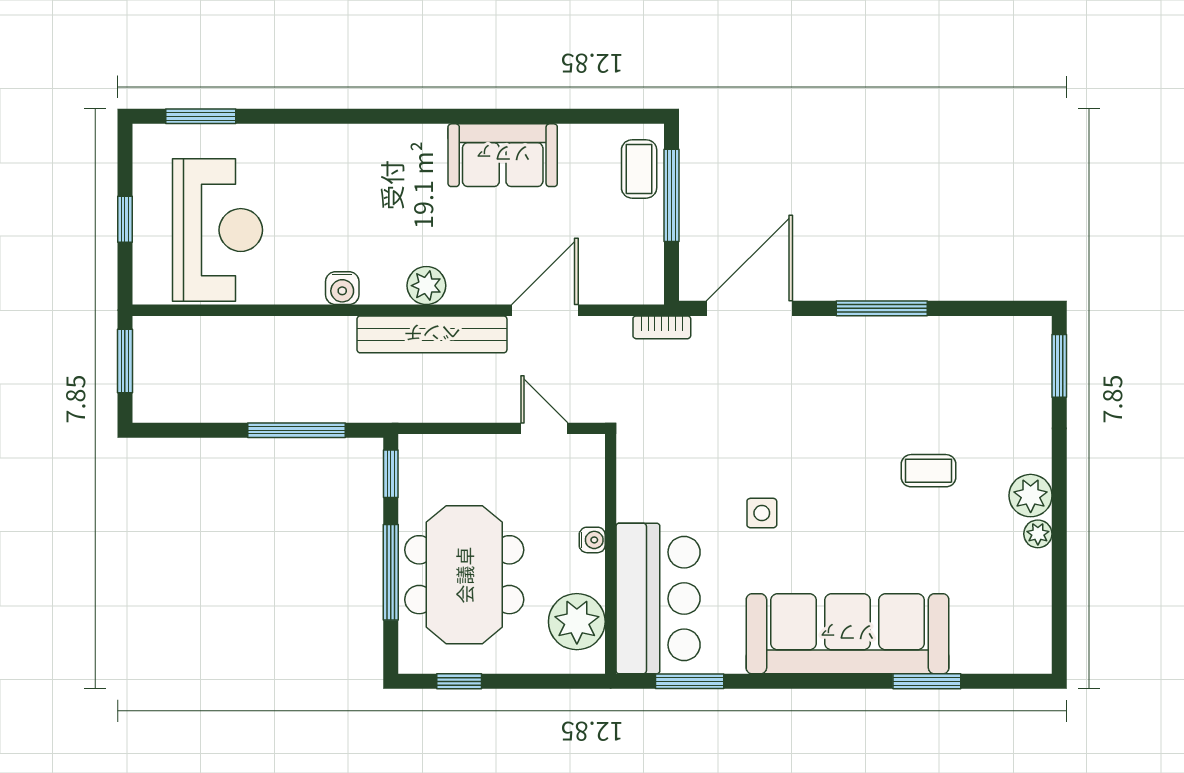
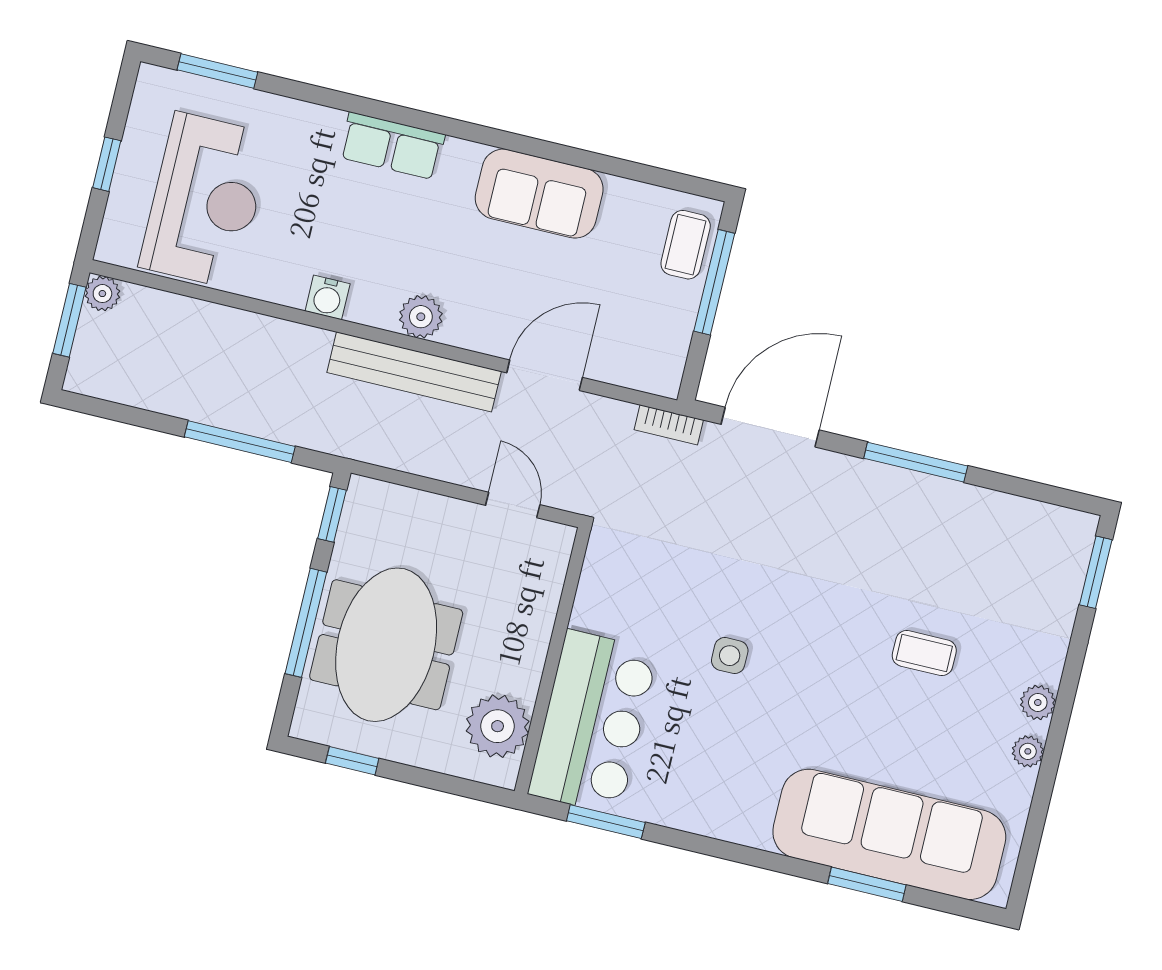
row of seats: (366, 145) -> (392, 146), added
plant: (148, 331) -> (102, 294), added
plant: (1031, 496) -> (1038, 702), width x0.73, depth x0.73
water cooler: (592, 540) -> (536, 640), removed
sofa: (847, 634) -> (889, 834), moved

